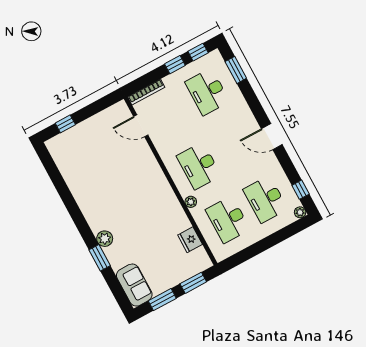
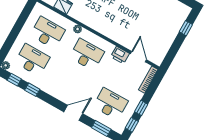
door: (141, 126) -> (138, 57), hinge flipped
door: (272, 137) -> (73, 113), moved
printer: (161, 141) -> (120, 55), added
window: (287, 165) -> (32, 90), added

